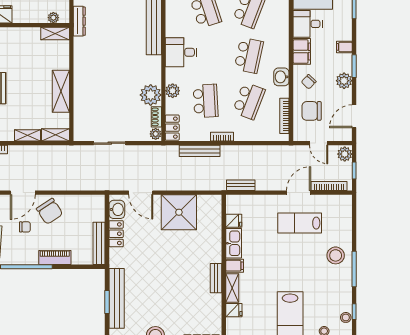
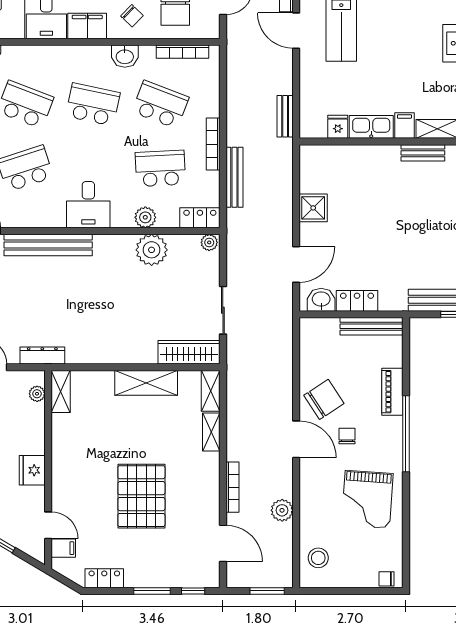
shoe rack: (156, 117) -> (184, 241), removed
wardrobe: (81, 120) -> (189, 352), added
bookcase: (222, 137) -> (213, 144), width x1.56
shower: (179, 212) -> (313, 208), width x0.54, depth x0.54

